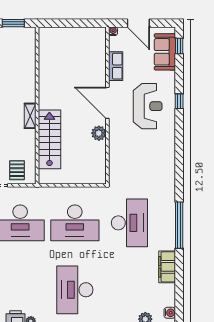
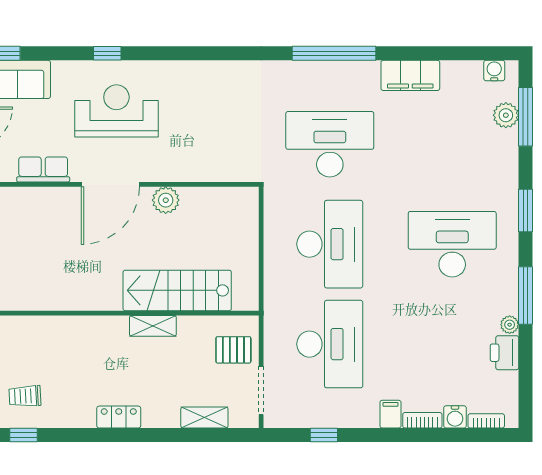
shelving: (30, 116) -> (153, 326), moved
desk: (75, 290) -> (452, 244), turned 180

